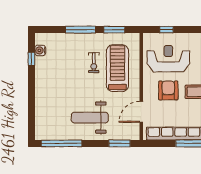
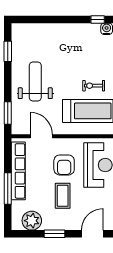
armchair: (168, 90) -> (64, 165), turned 90
window: (61, 143) -> (8, 51), width x0.47

